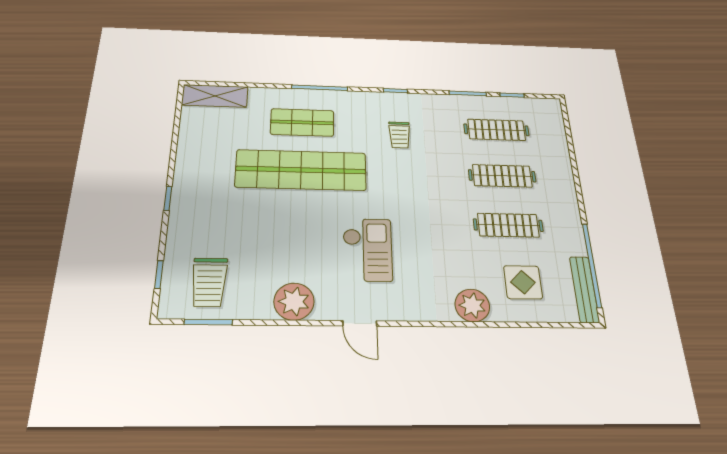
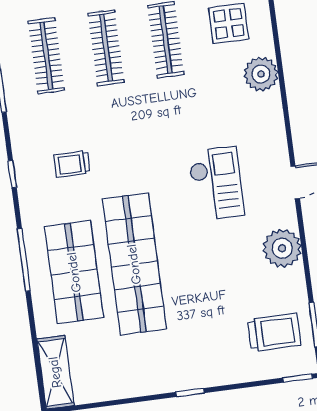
shop shelf: (302, 122) -> (74, 272), width x1.43, depth x1.36
trolley: (399, 135) -> (72, 164), turned 180
checkout: (367, 250) -> (216, 184), turned 90
window: (159, 275) -> (298, 378), moved

